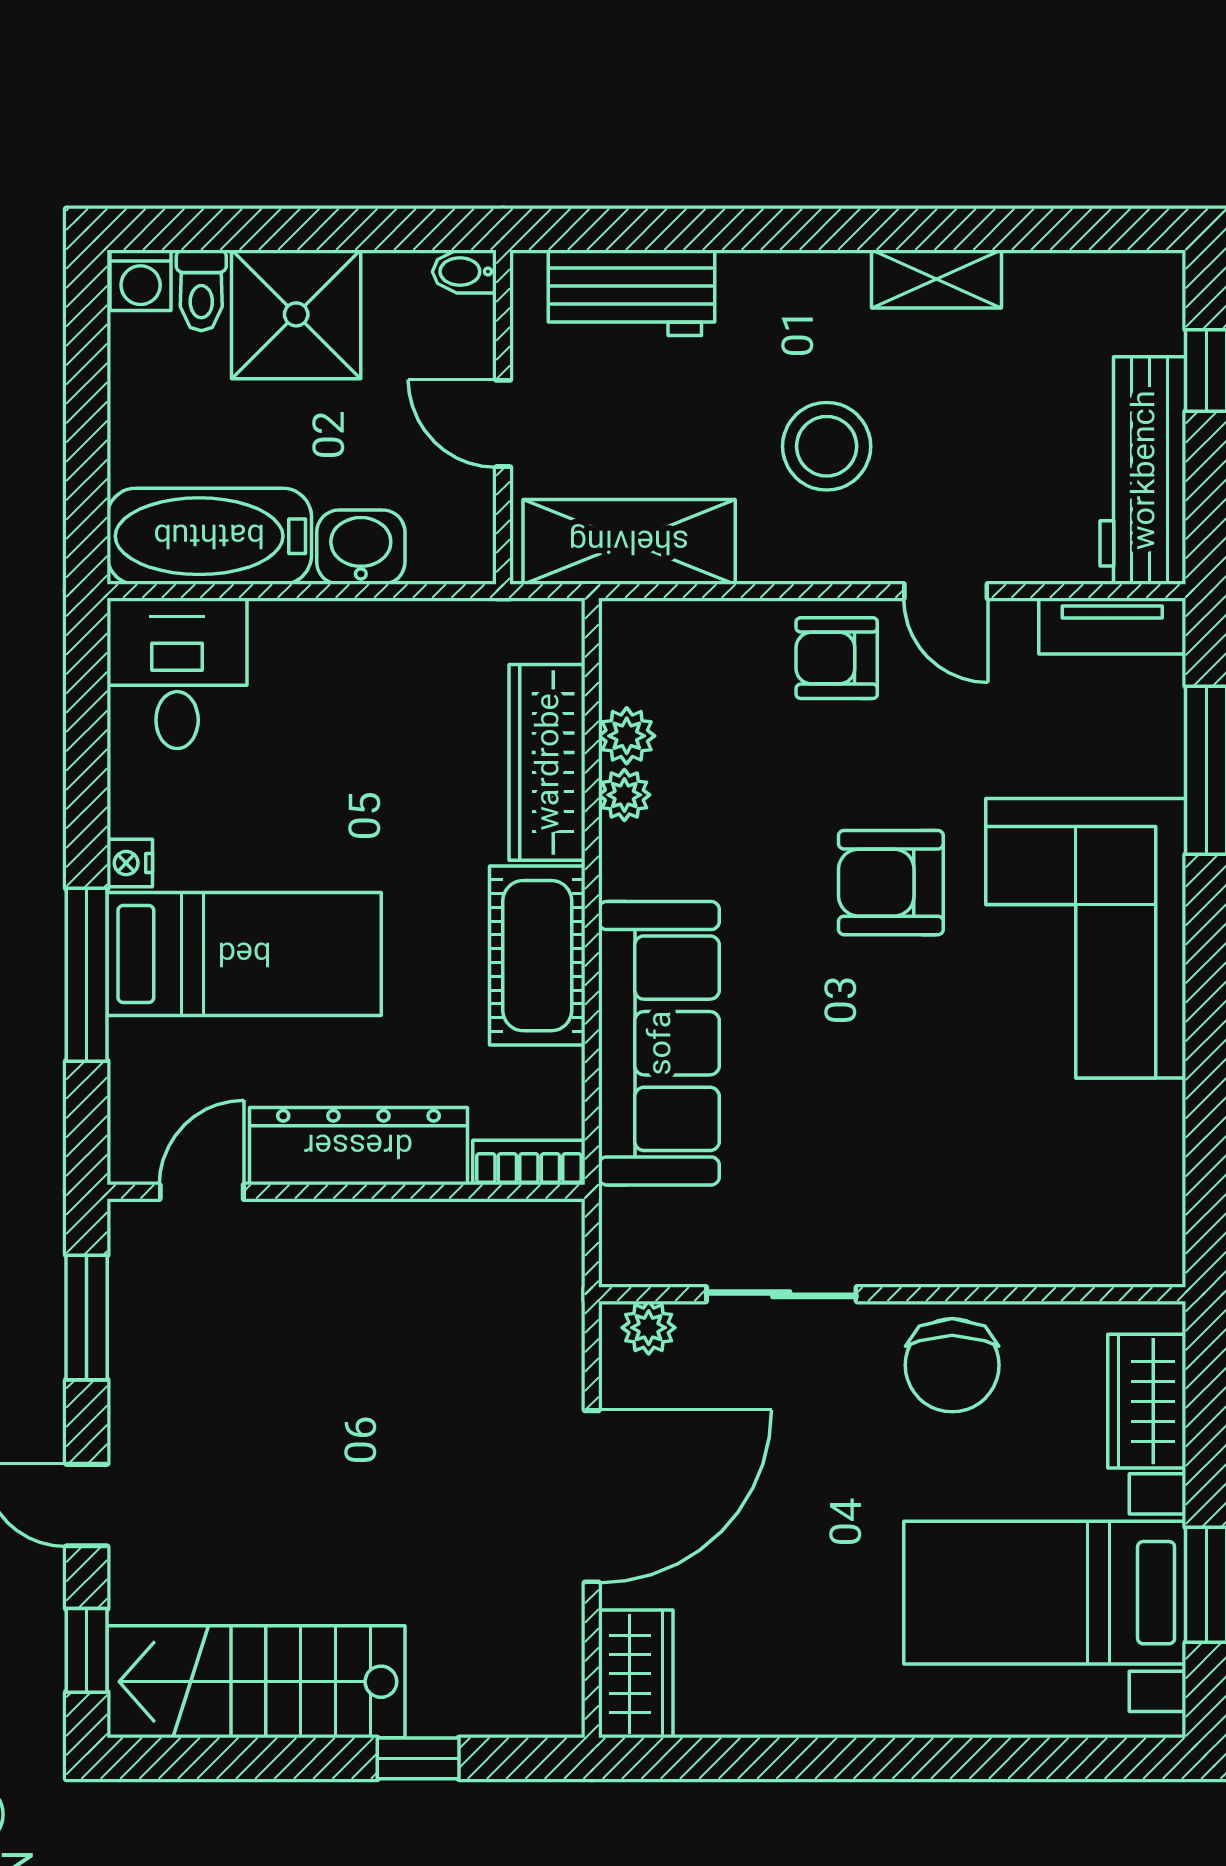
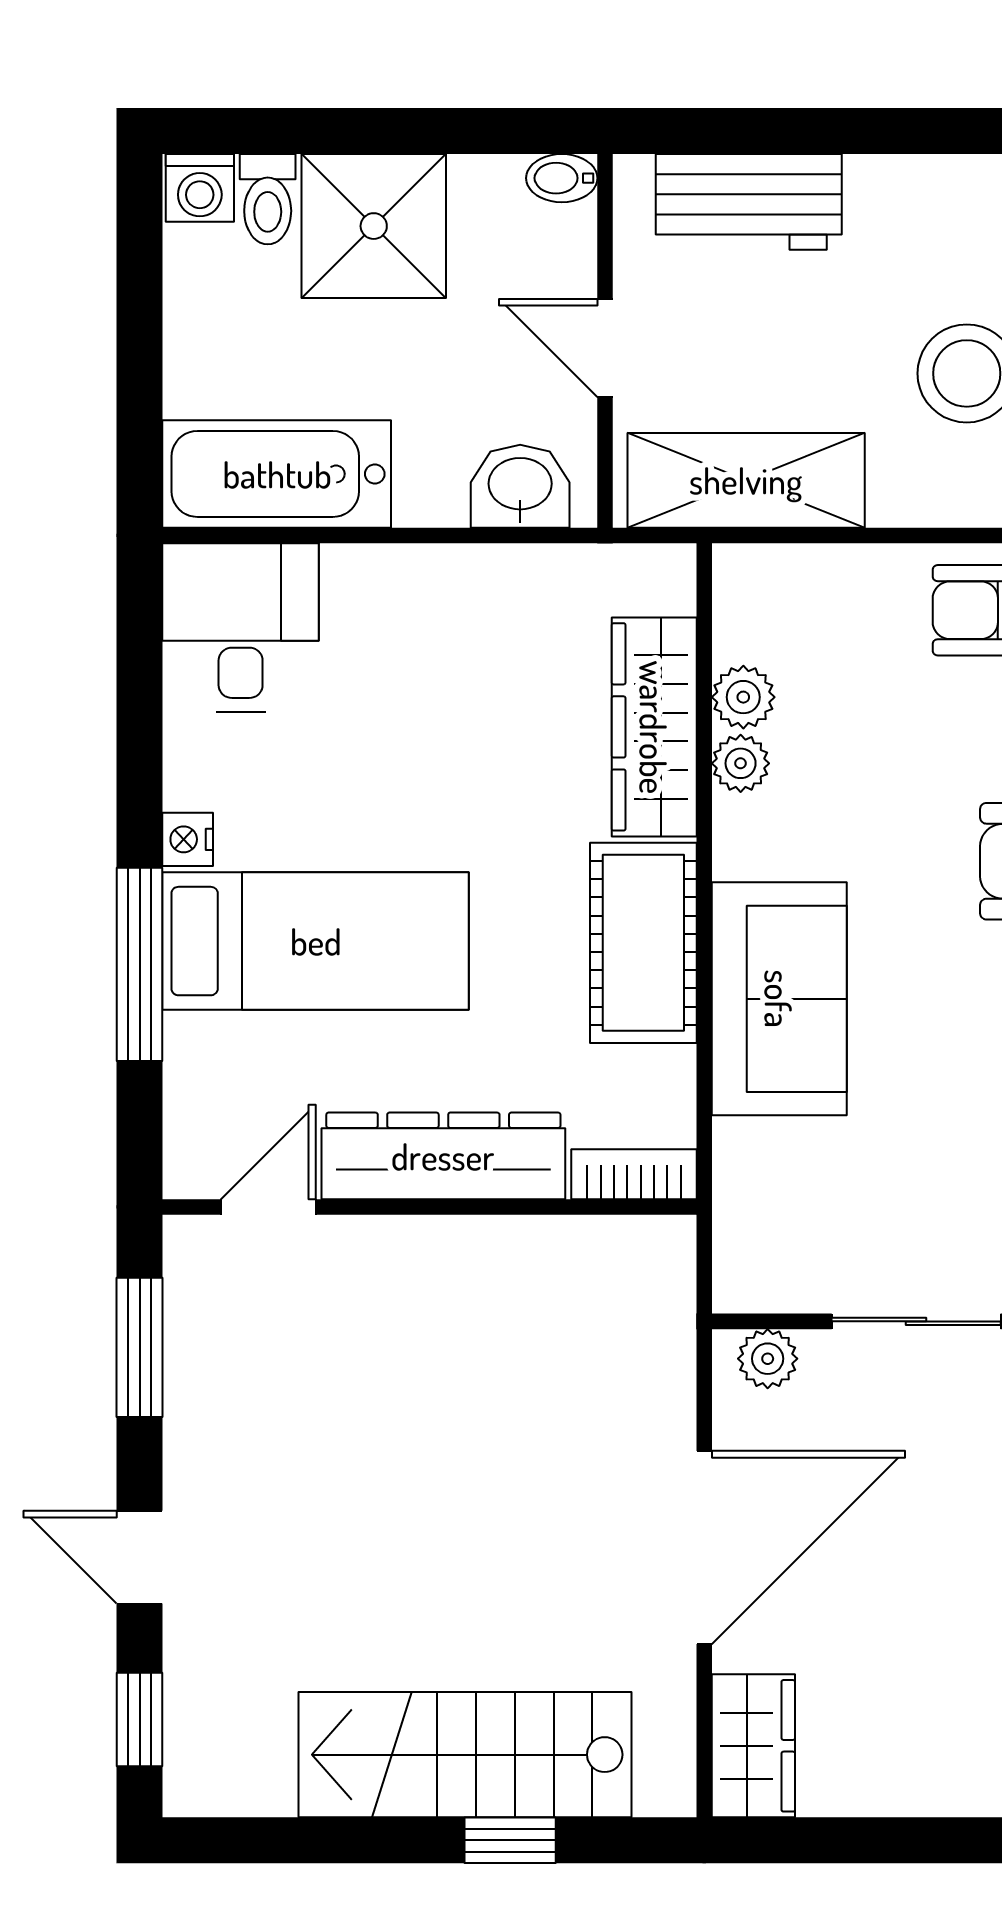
washbasin: (361, 547) -> (520, 486), moved
sofa: (659, 1043) -> (779, 999), width x0.73
stairs: (256, 1682) -> (465, 1755), moved

